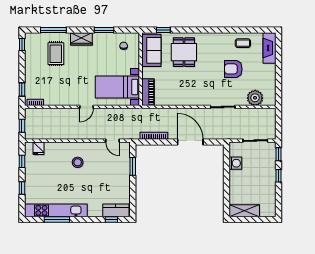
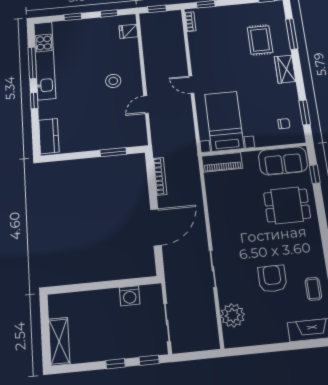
window: (104, 30) -> (305, 112), moved
rug: (56, 54) -> (260, 40), turned 90
door: (112, 141) -> (146, 105), moved
shelving: (244, 211) -> (59, 342), moved
window: (111, 220) -> (34, 101), moved

